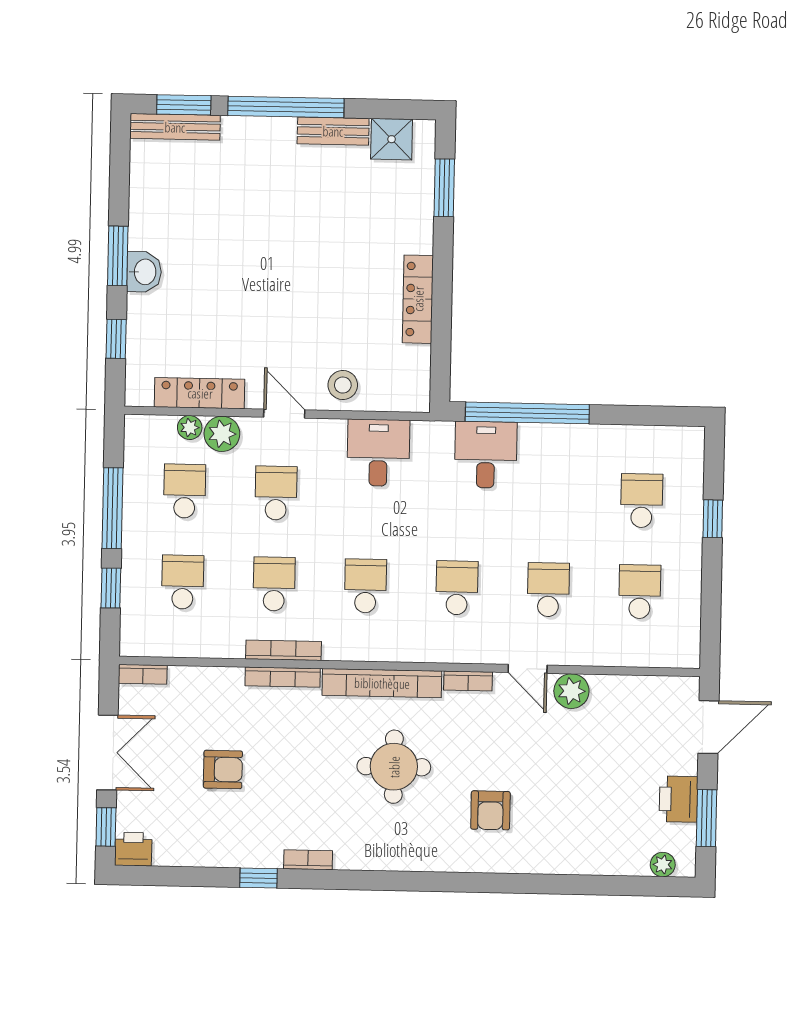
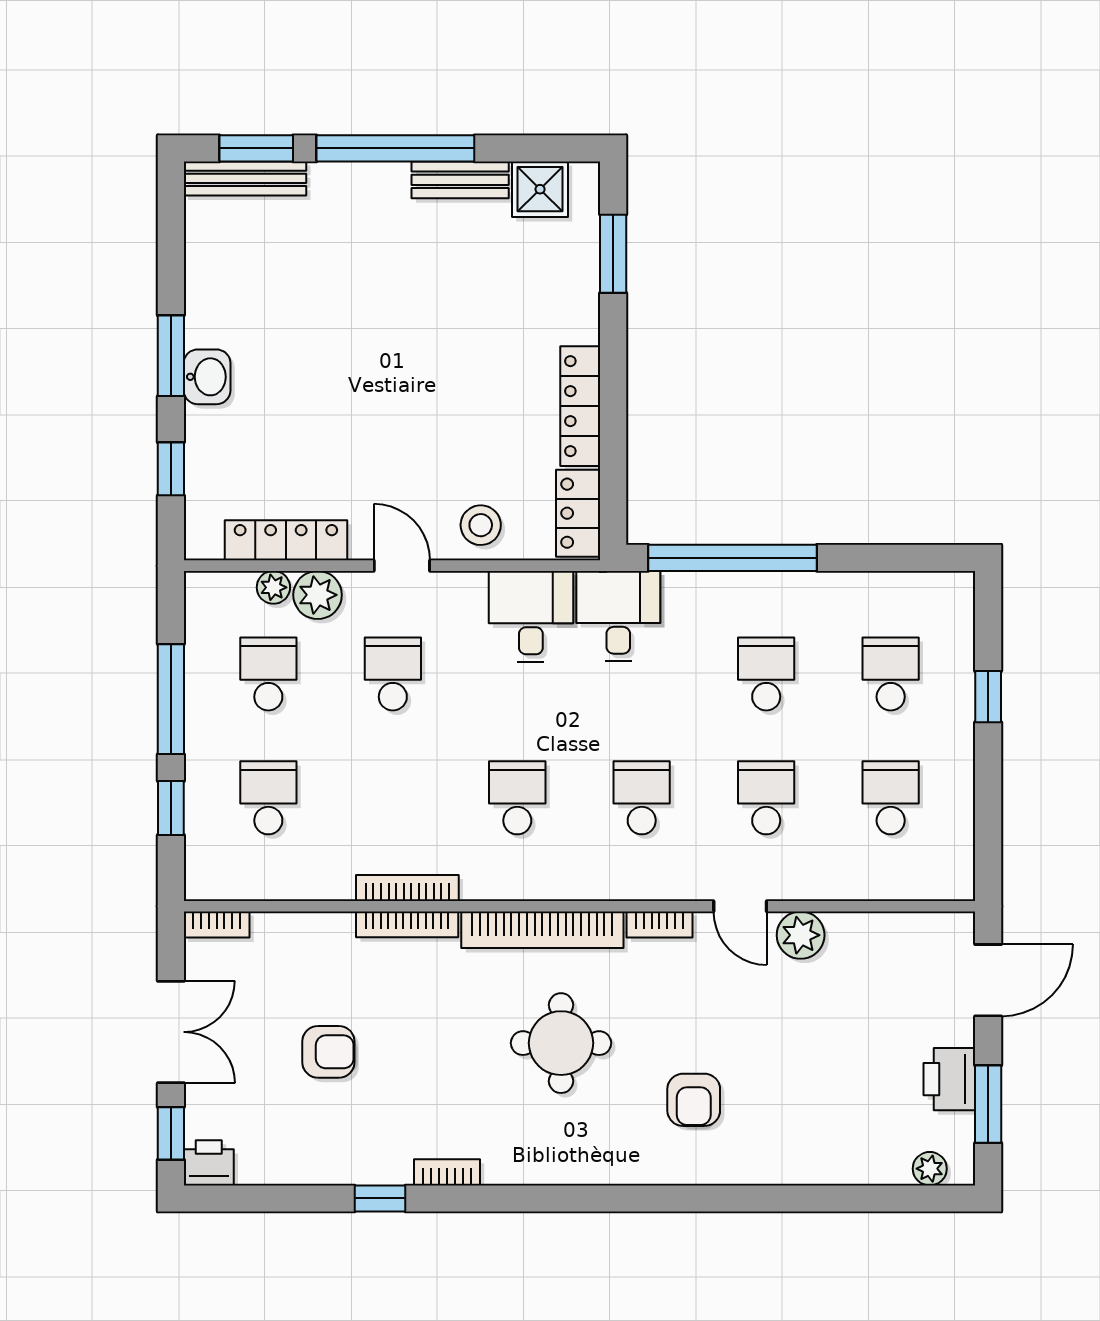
locker: (415, 378) -> (578, 513), added
desk: (486, 455) -> (618, 616), moved
school desk: (274, 584) -> (766, 674), moved

